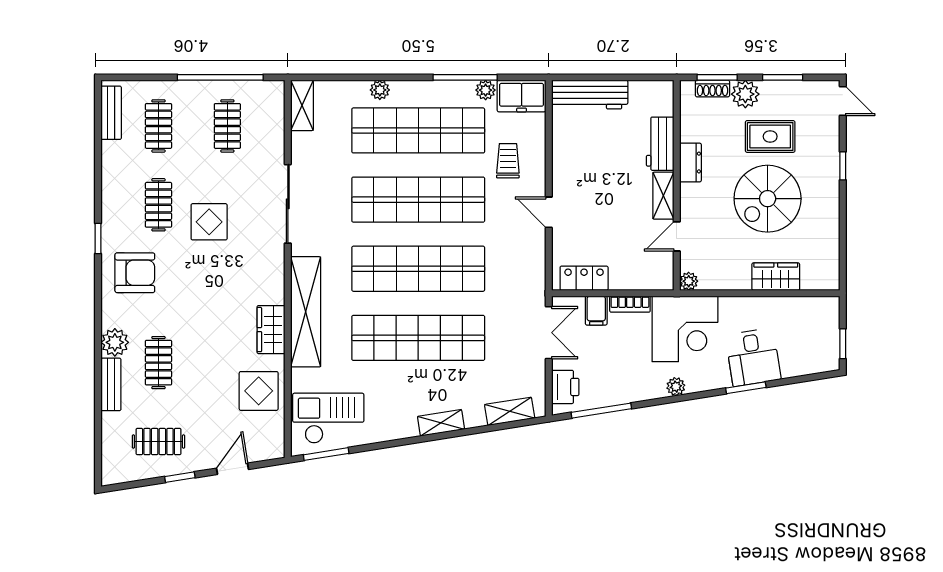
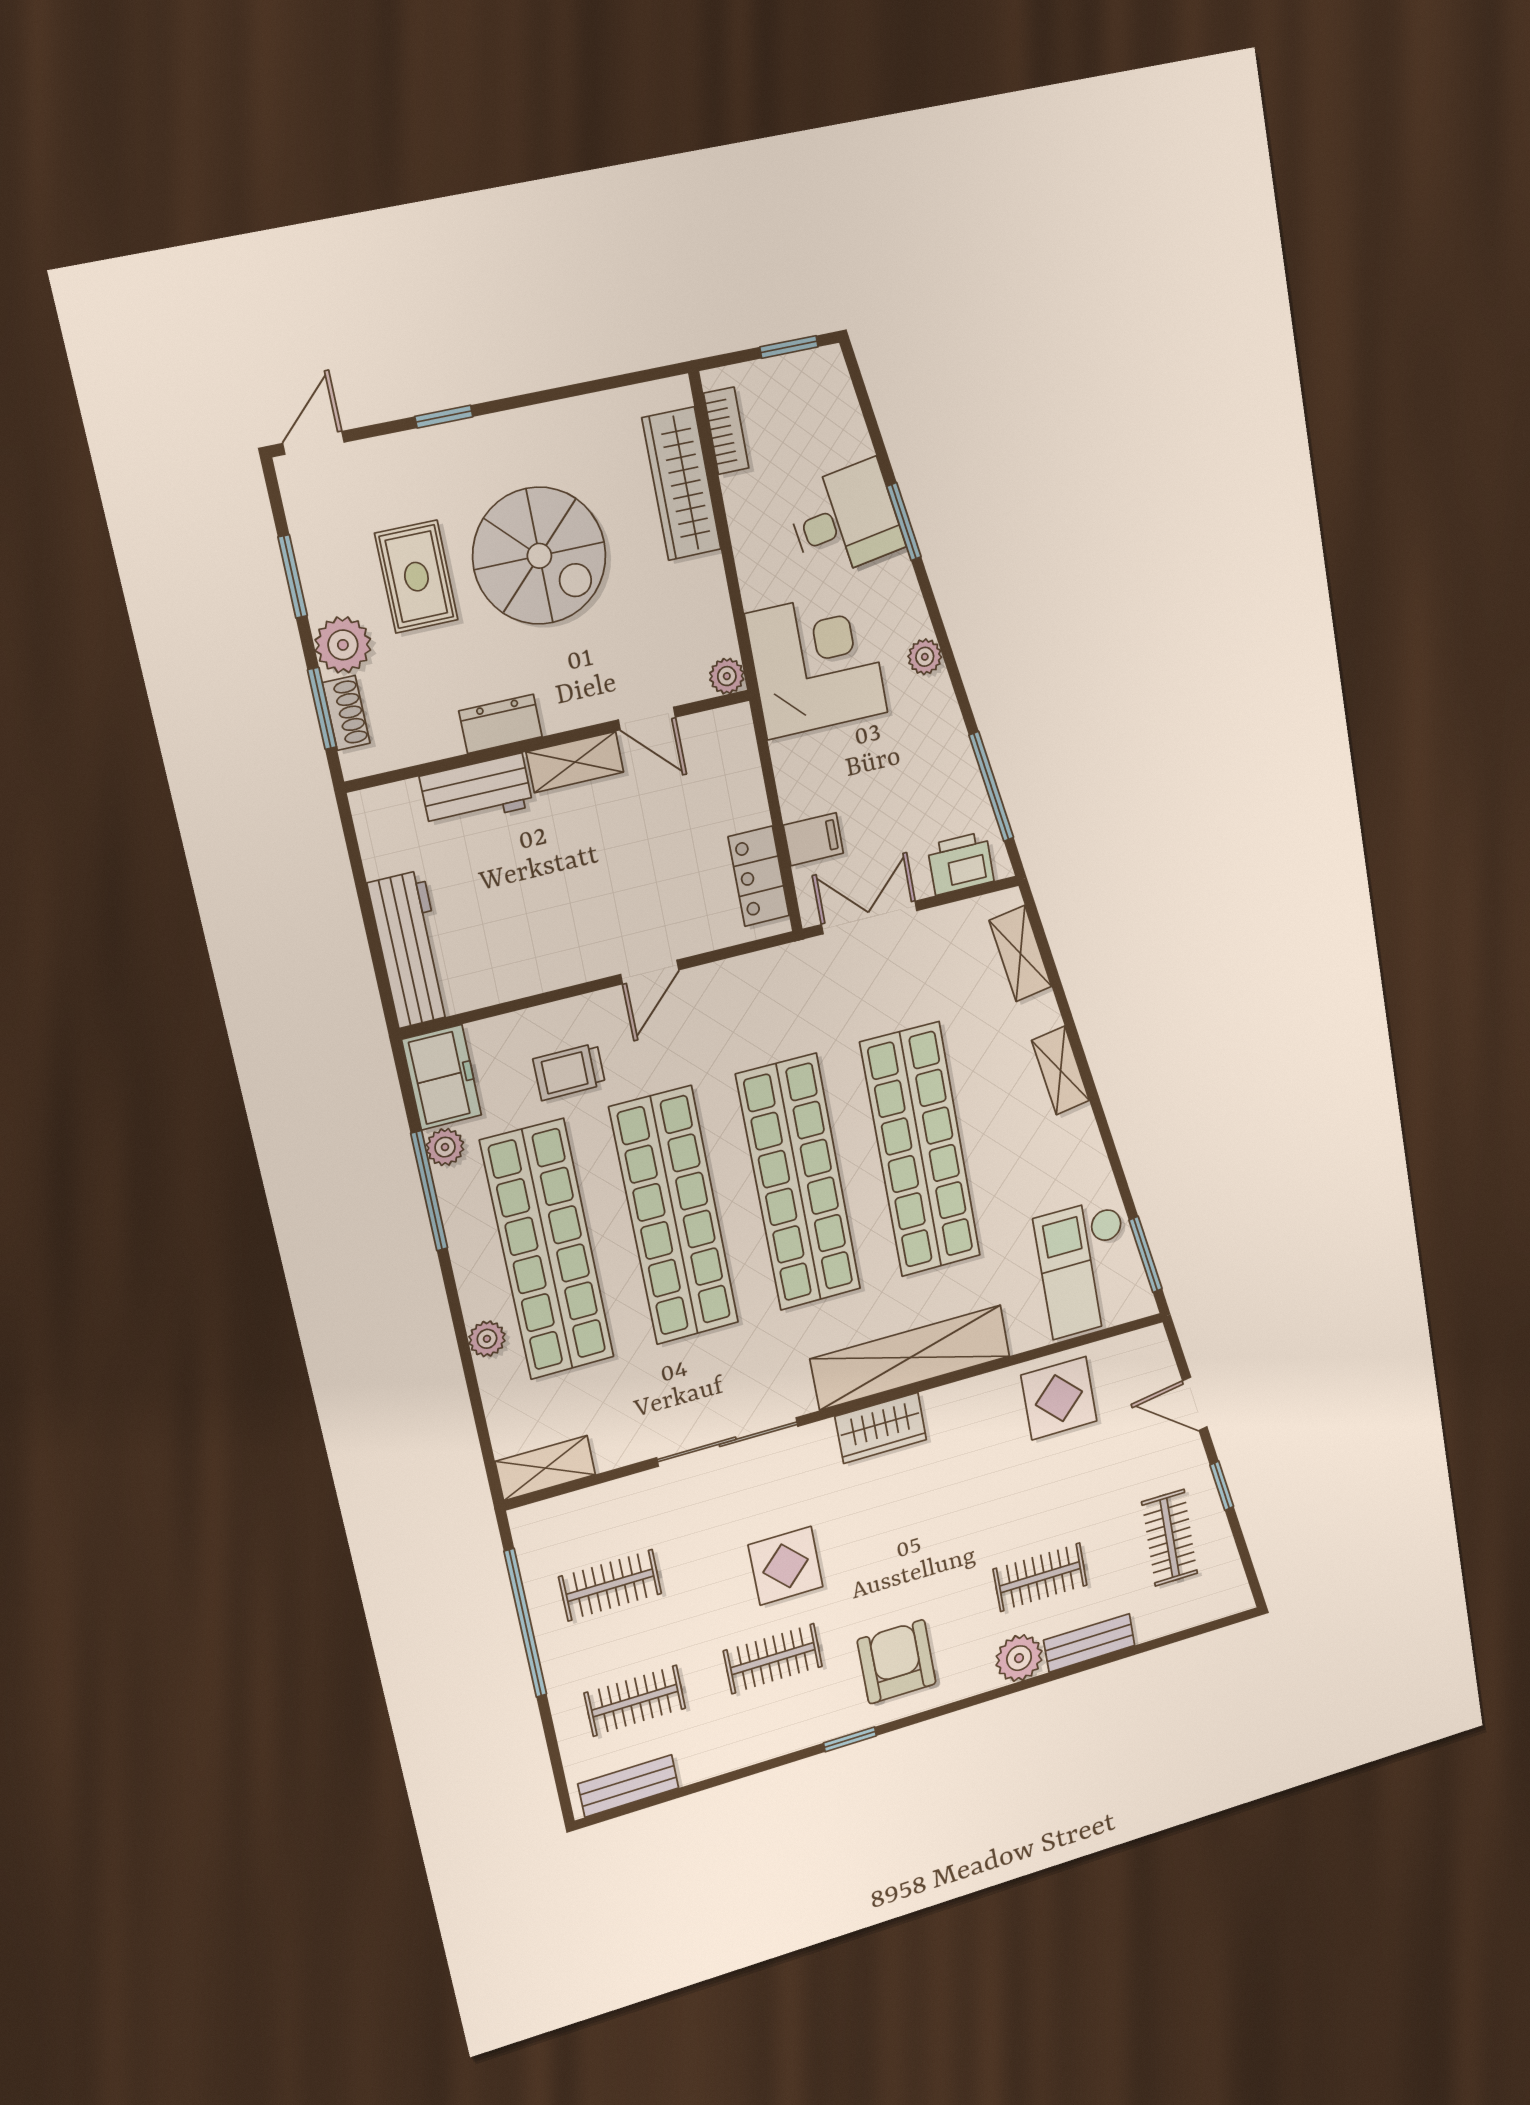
wardrobe: (776, 277) -> (682, 484), width x1.50
bookcase: (630, 304) -> (726, 431), moved
wardrobe: (271, 330) -> (881, 1428), moved

